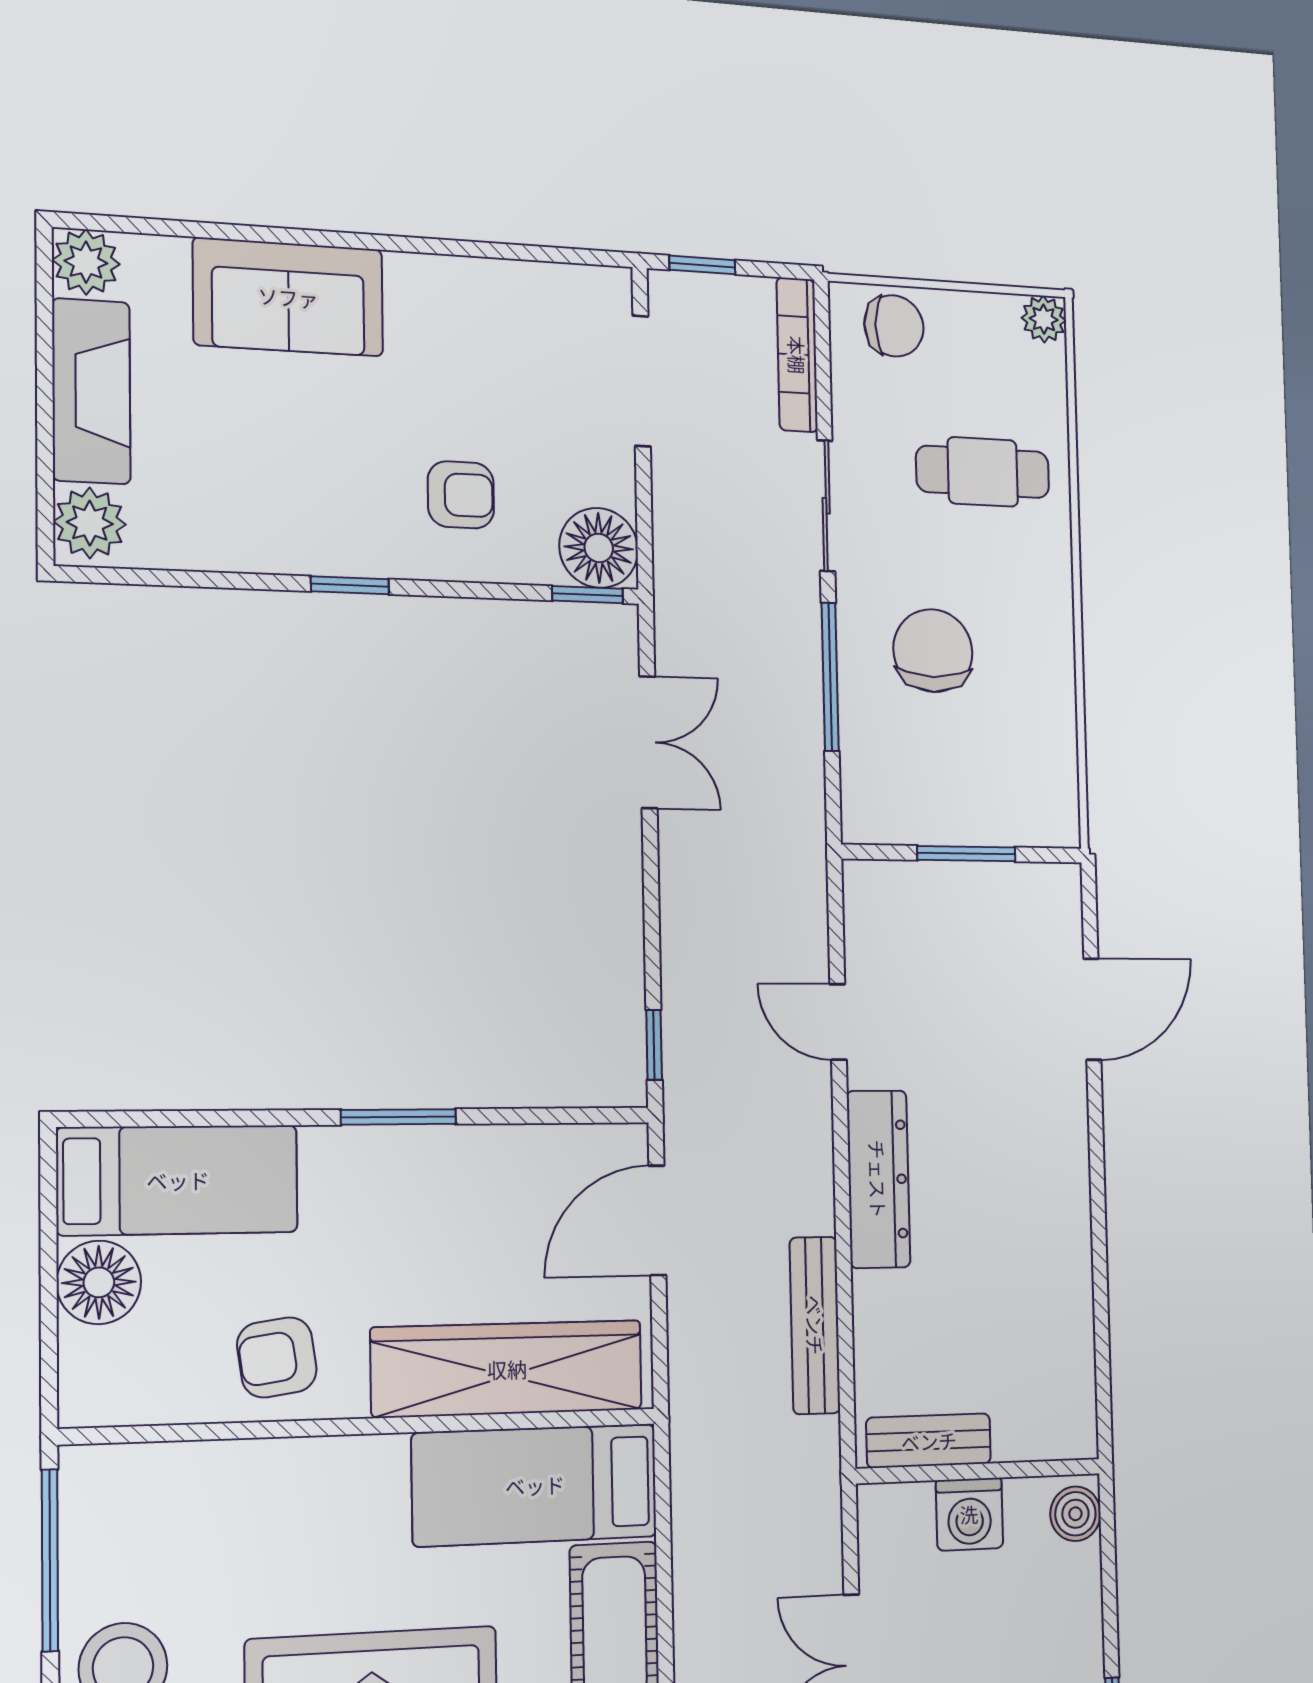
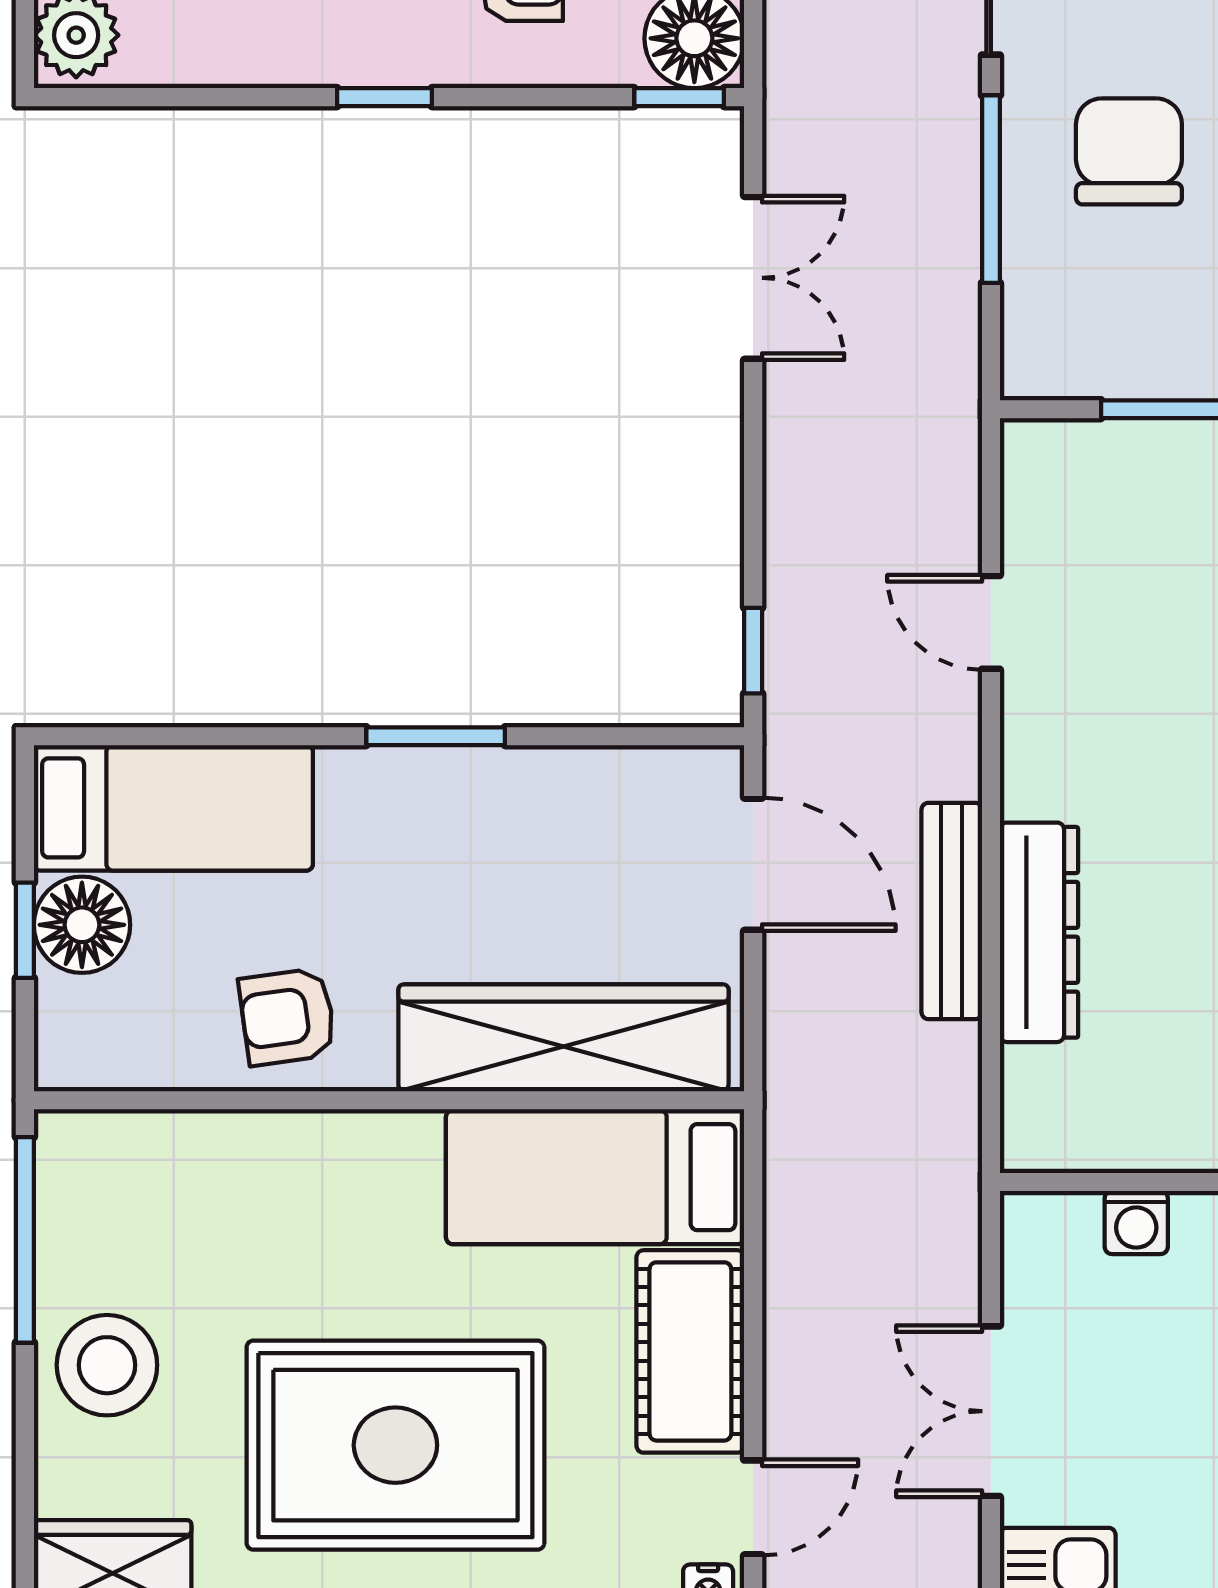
dresser: (878, 1179) -> (1039, 932), moved
door: (657, 1220) -> (753, 864), swing flipped
window: (49, 1288) -> (25, 930), added
bench: (815, 1325) -> (952, 911), moved
bench: (929, 1441) -> (1097, 1142), removed
washing machine: (969, 1514) -> (1136, 1223), width x0.73, depth x0.73

